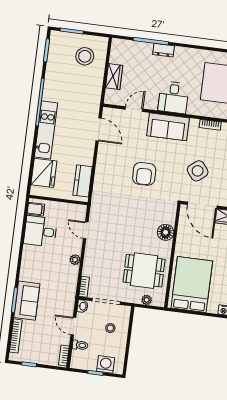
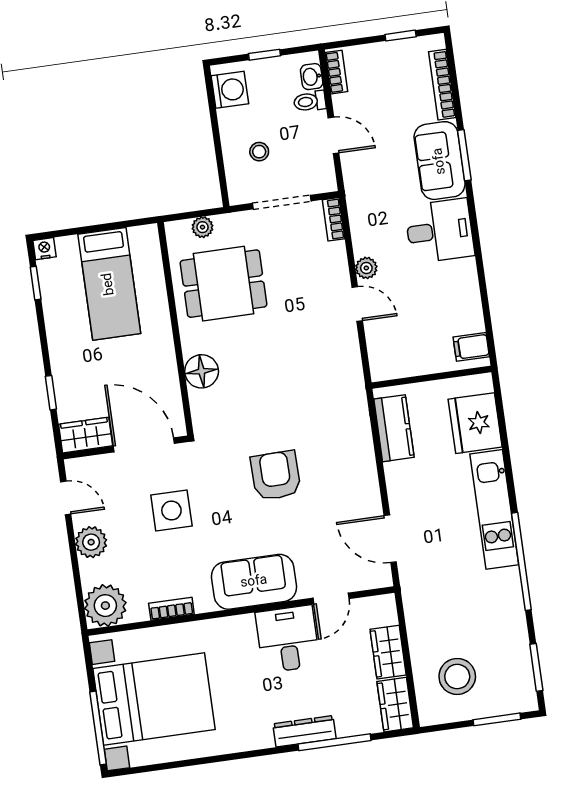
dresser: (163, 50) -> (305, 731), width x1.44
wardrobe: (117, 51) -> (395, 705), added
desk: (173, 97) -> (288, 639), moved
side table: (198, 171) -> (171, 510), turned 38
door: (86, 230) -> (357, 304), moved
desk: (40, 231) -> (440, 231), moved
bed: (192, 284) -> (109, 284), width x0.67
washbasin: (83, 306) -> (312, 77), moved
washing machine: (106, 364) -> (230, 90), moved, turned -90

